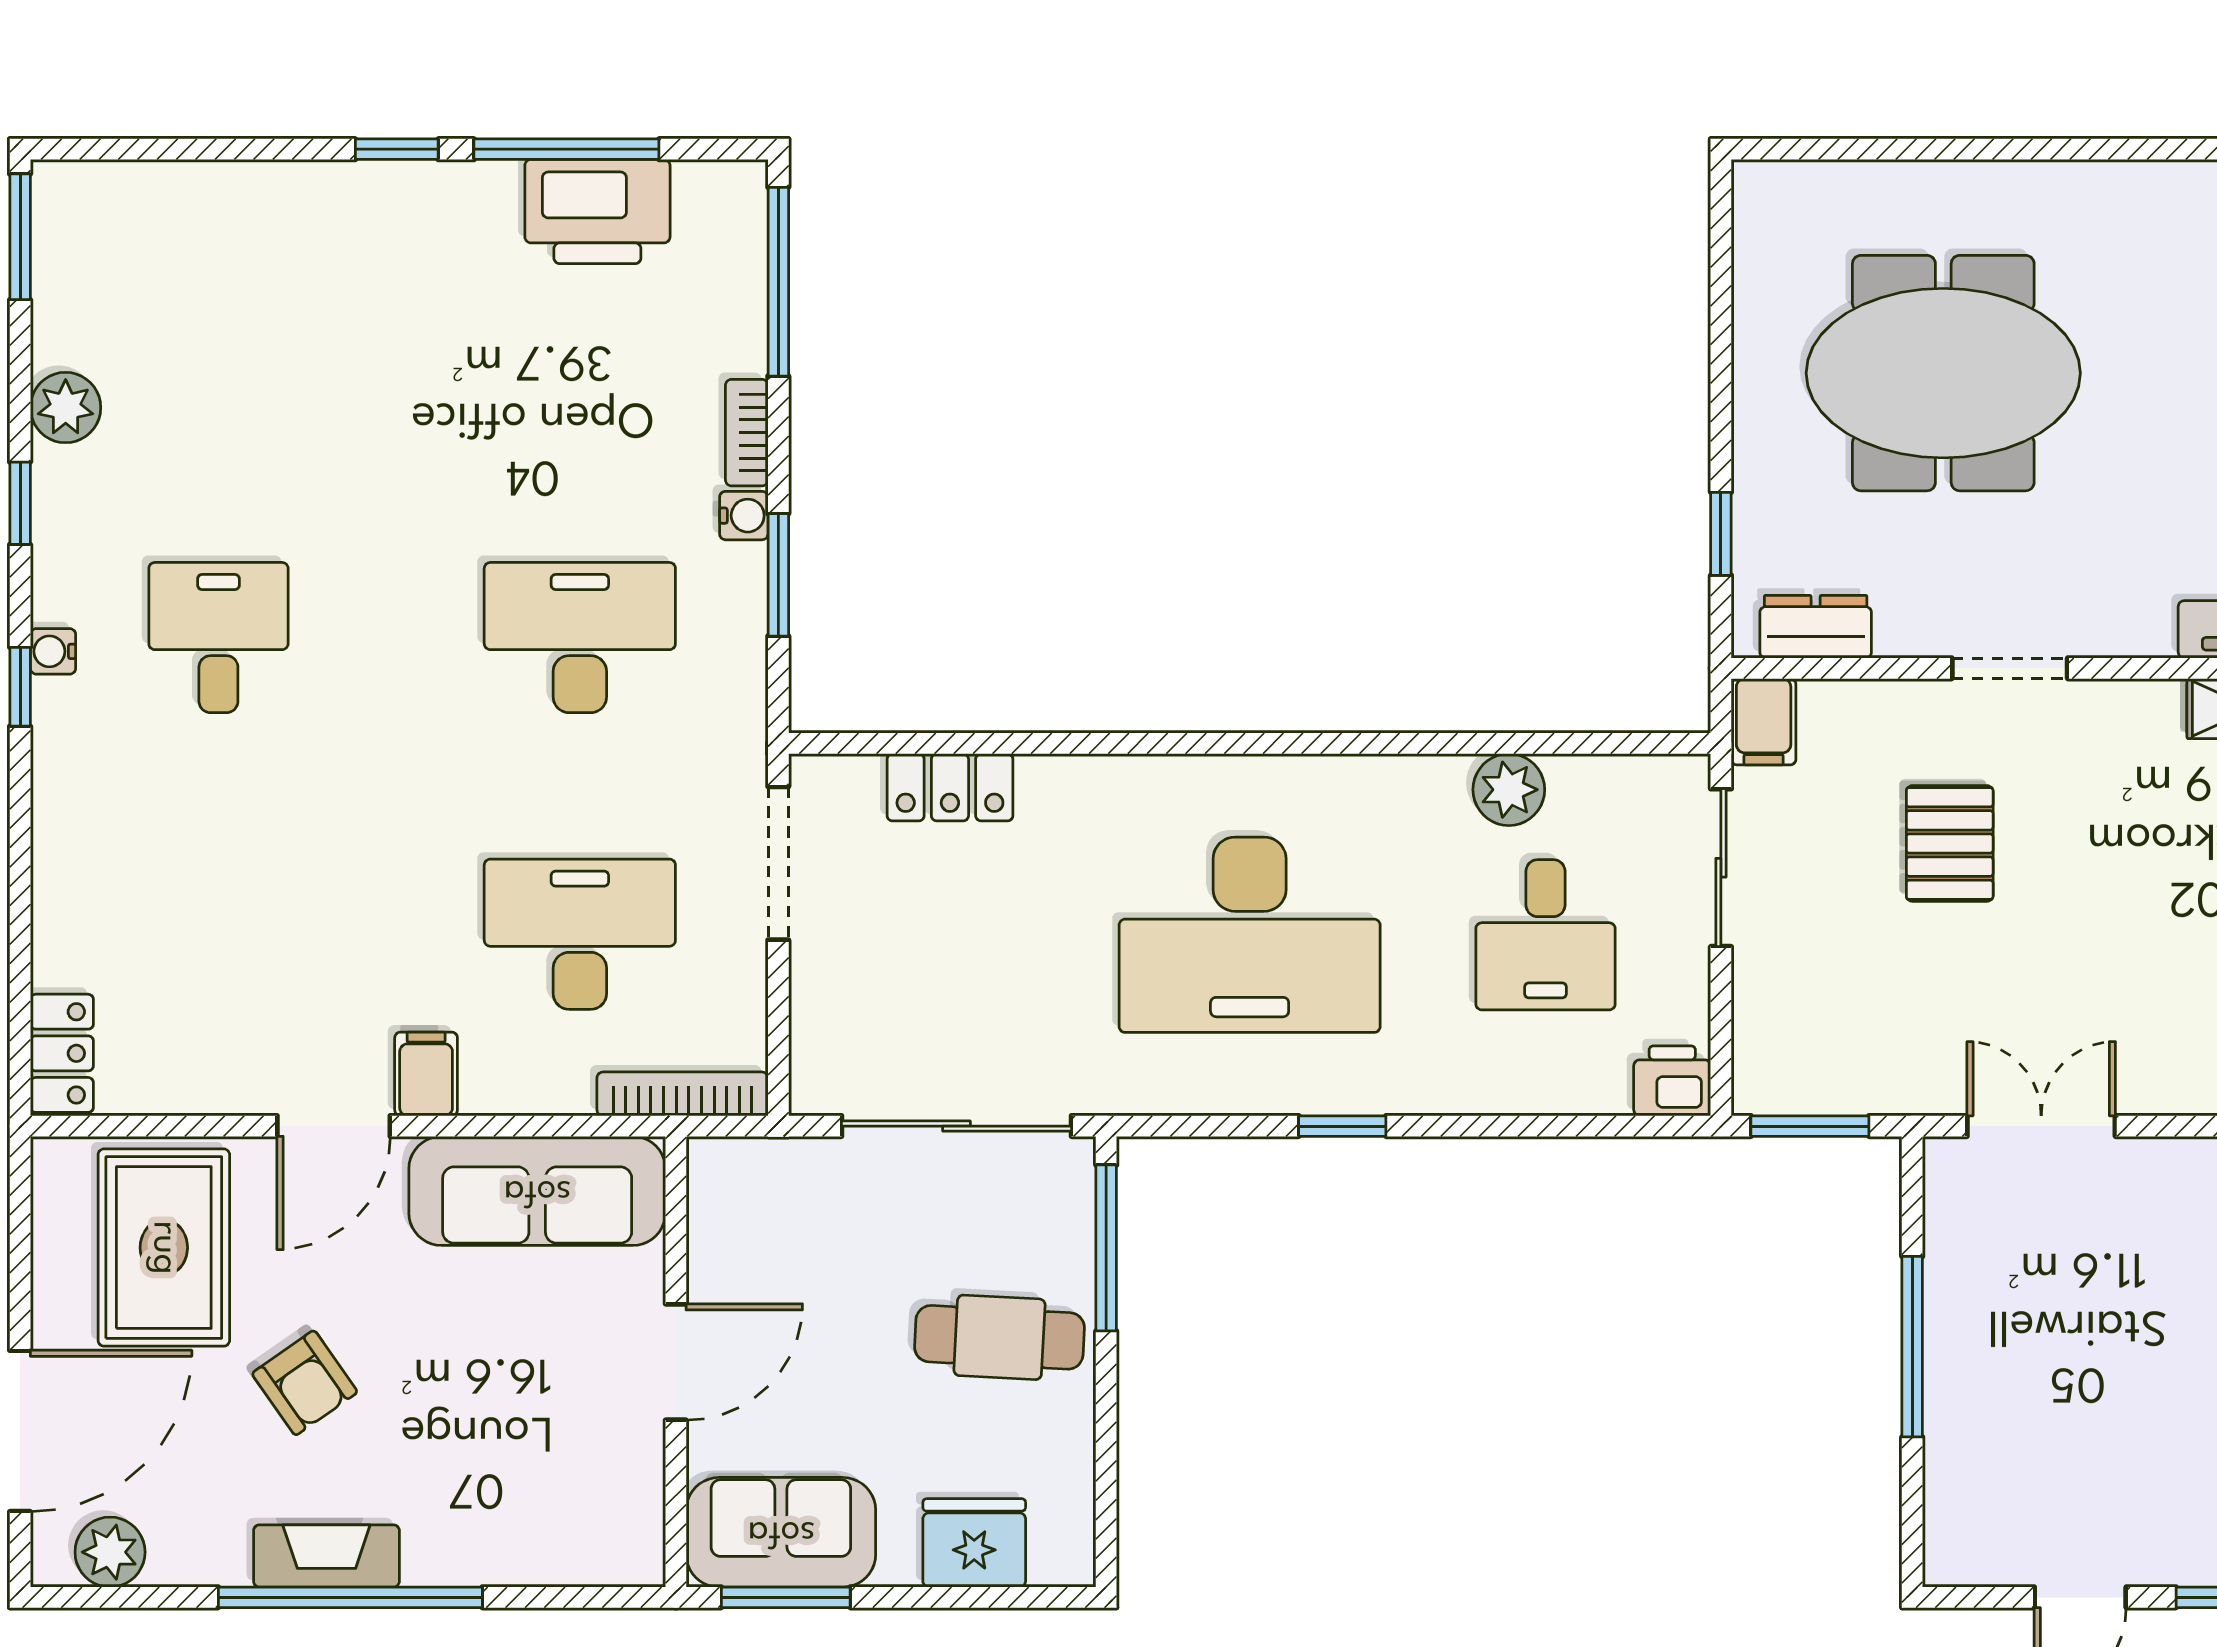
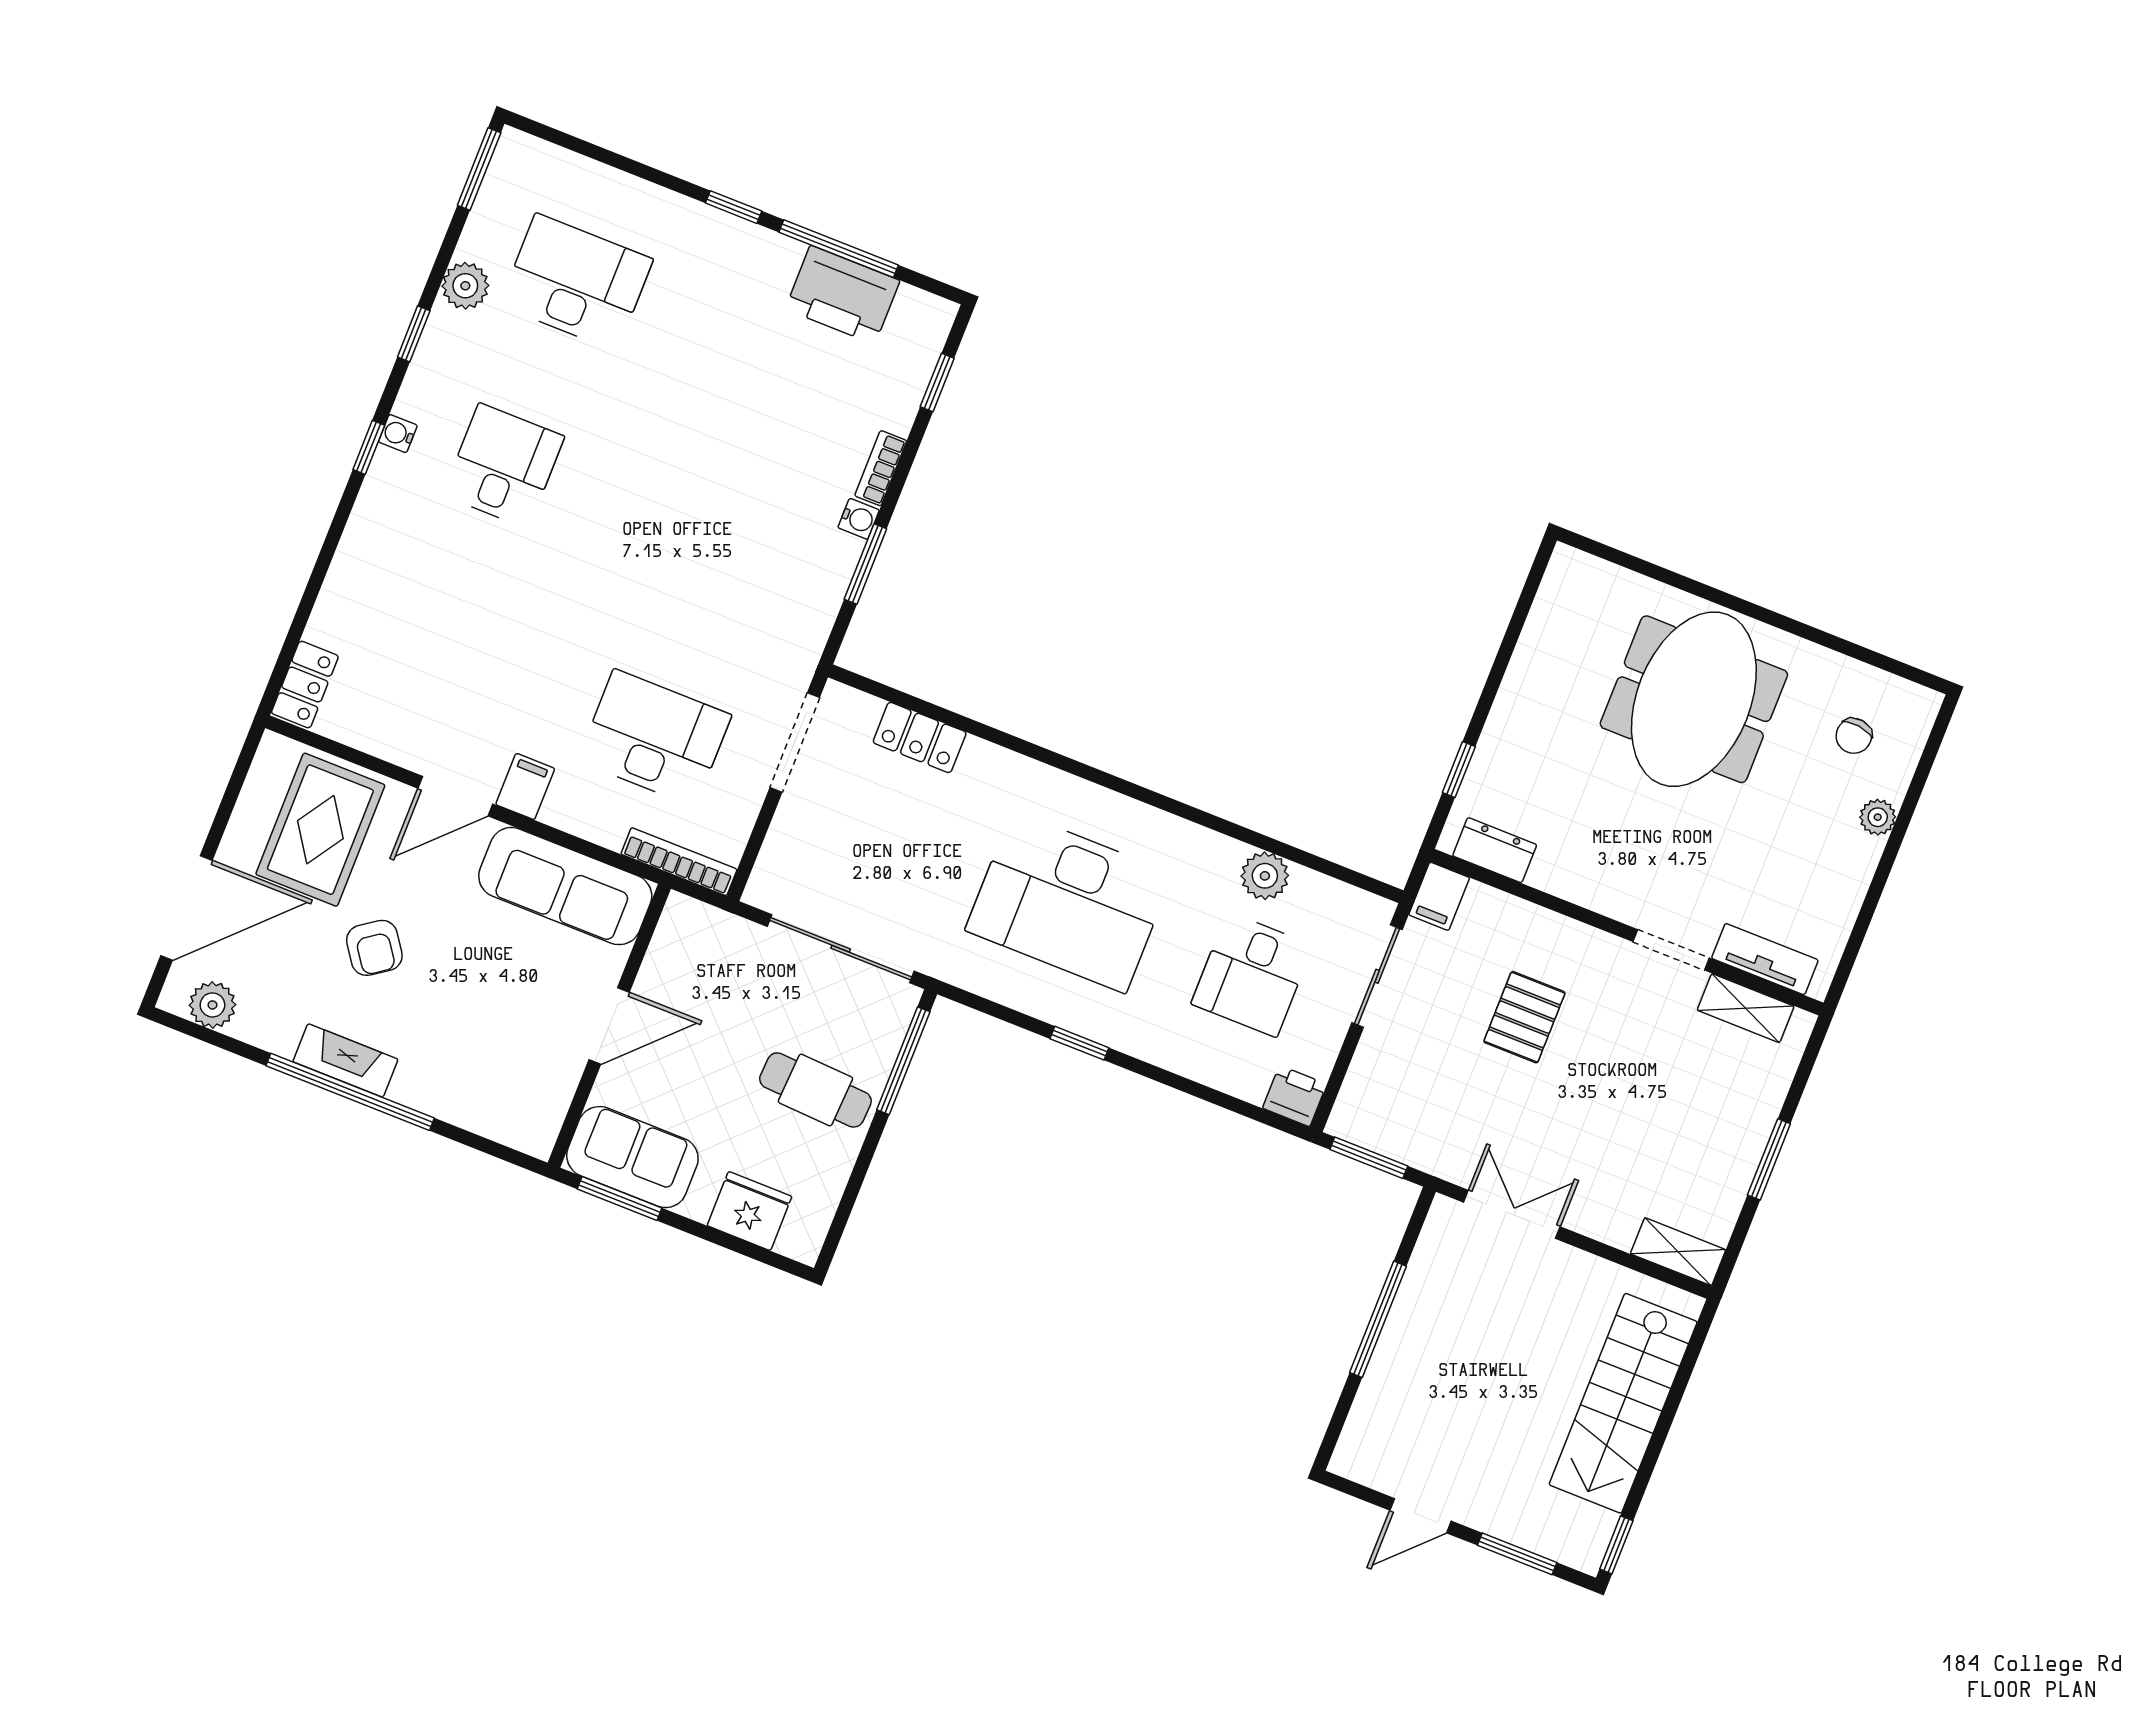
window: (778, 282) -> (937, 383), width x0.46
meeting table: (1943, 373) -> (1694, 699), moved, turned 90
desk: (580, 638) -> (576, 282), moved
doorway: (2010, 668) -> (1671, 950), moved

